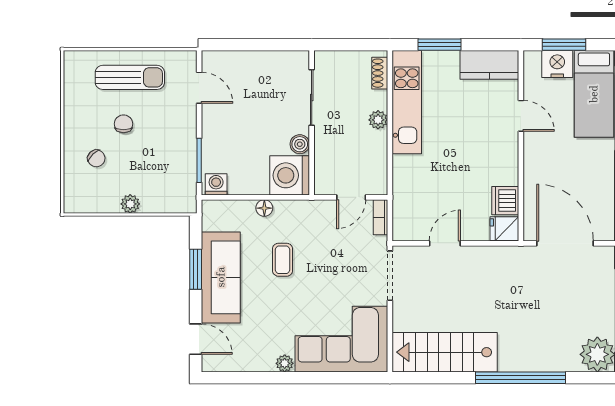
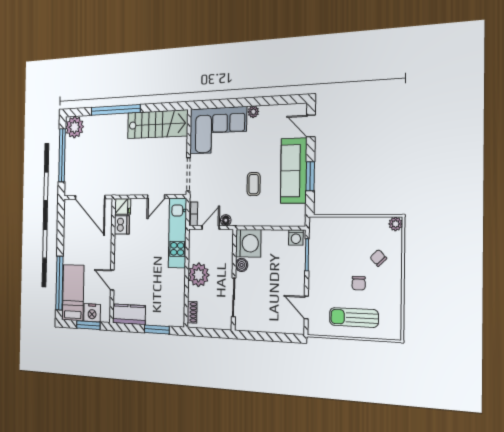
kitchen unit: (407, 102) -> (177, 233), moved
plant: (378, 120) -> (199, 275), width x1.87, depth x1.87
plant: (130, 204) -> (396, 224), moved
floor lamp: (264, 208) -> (226, 220), moved

